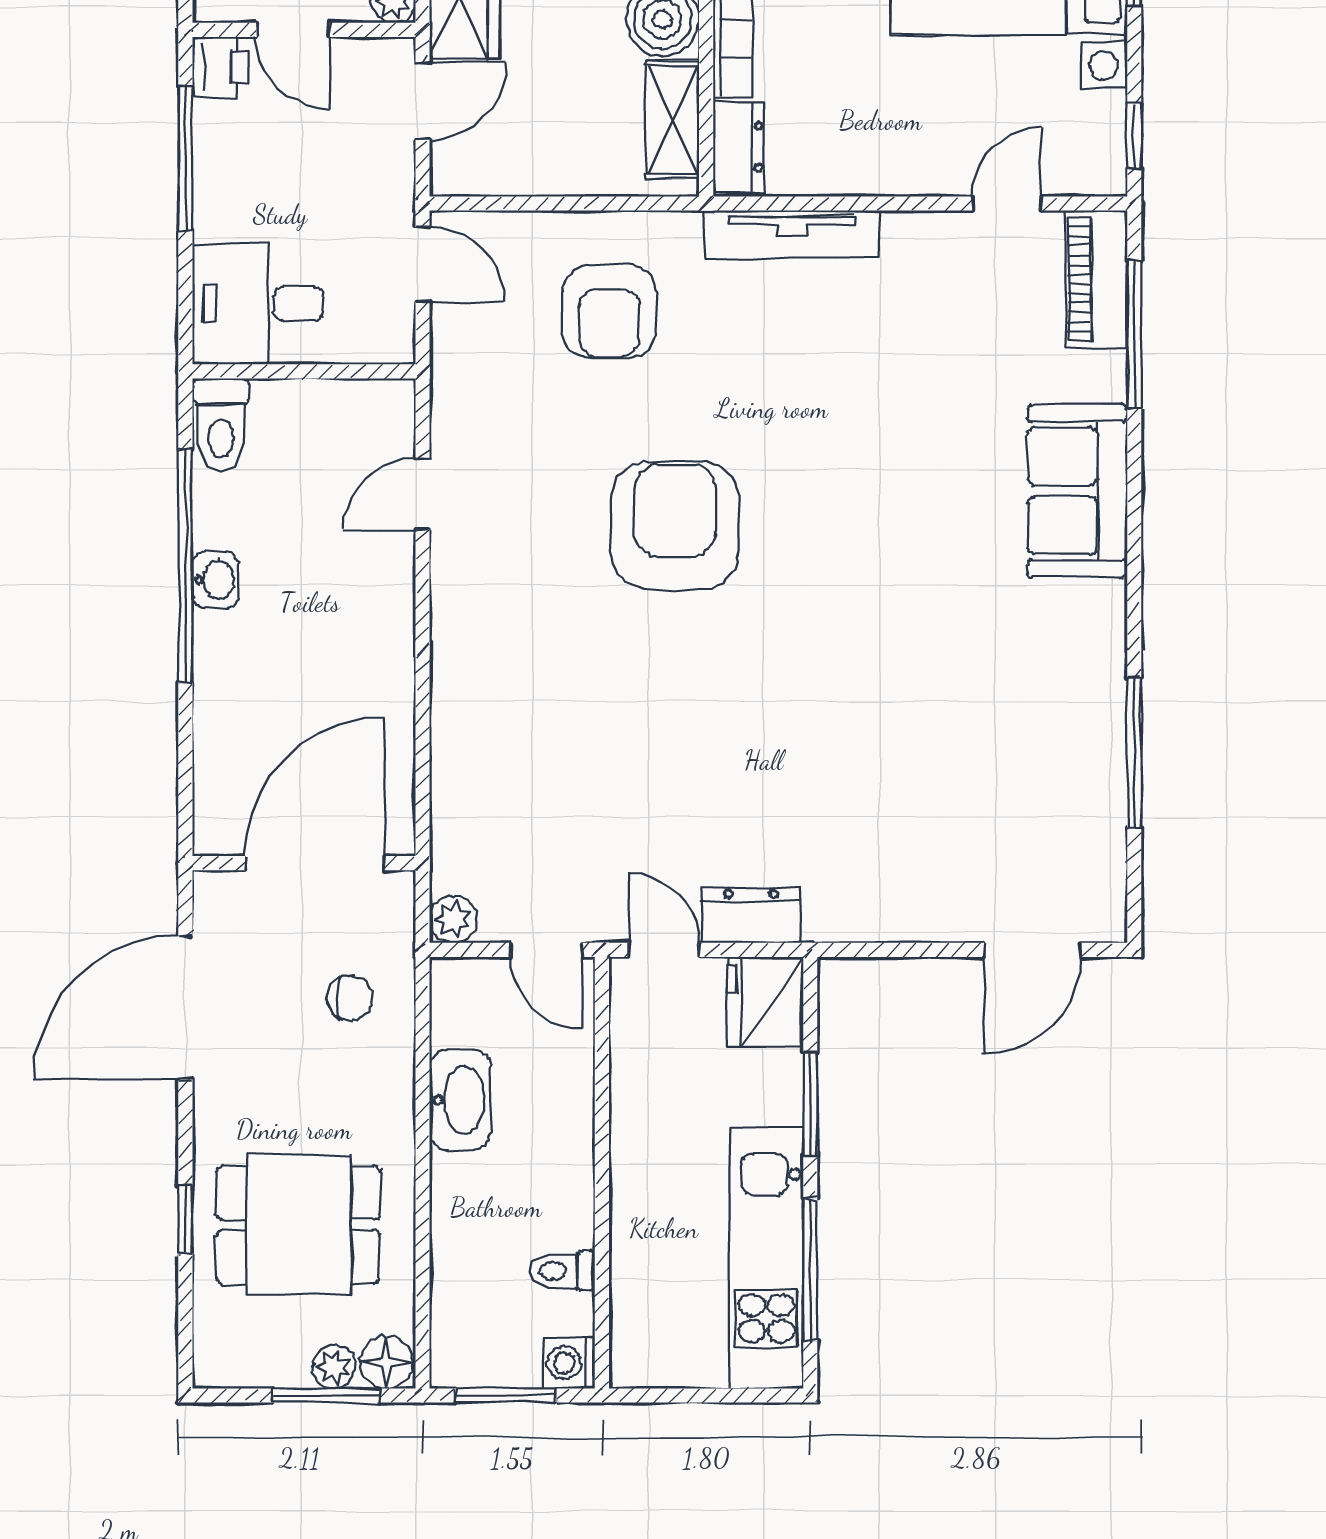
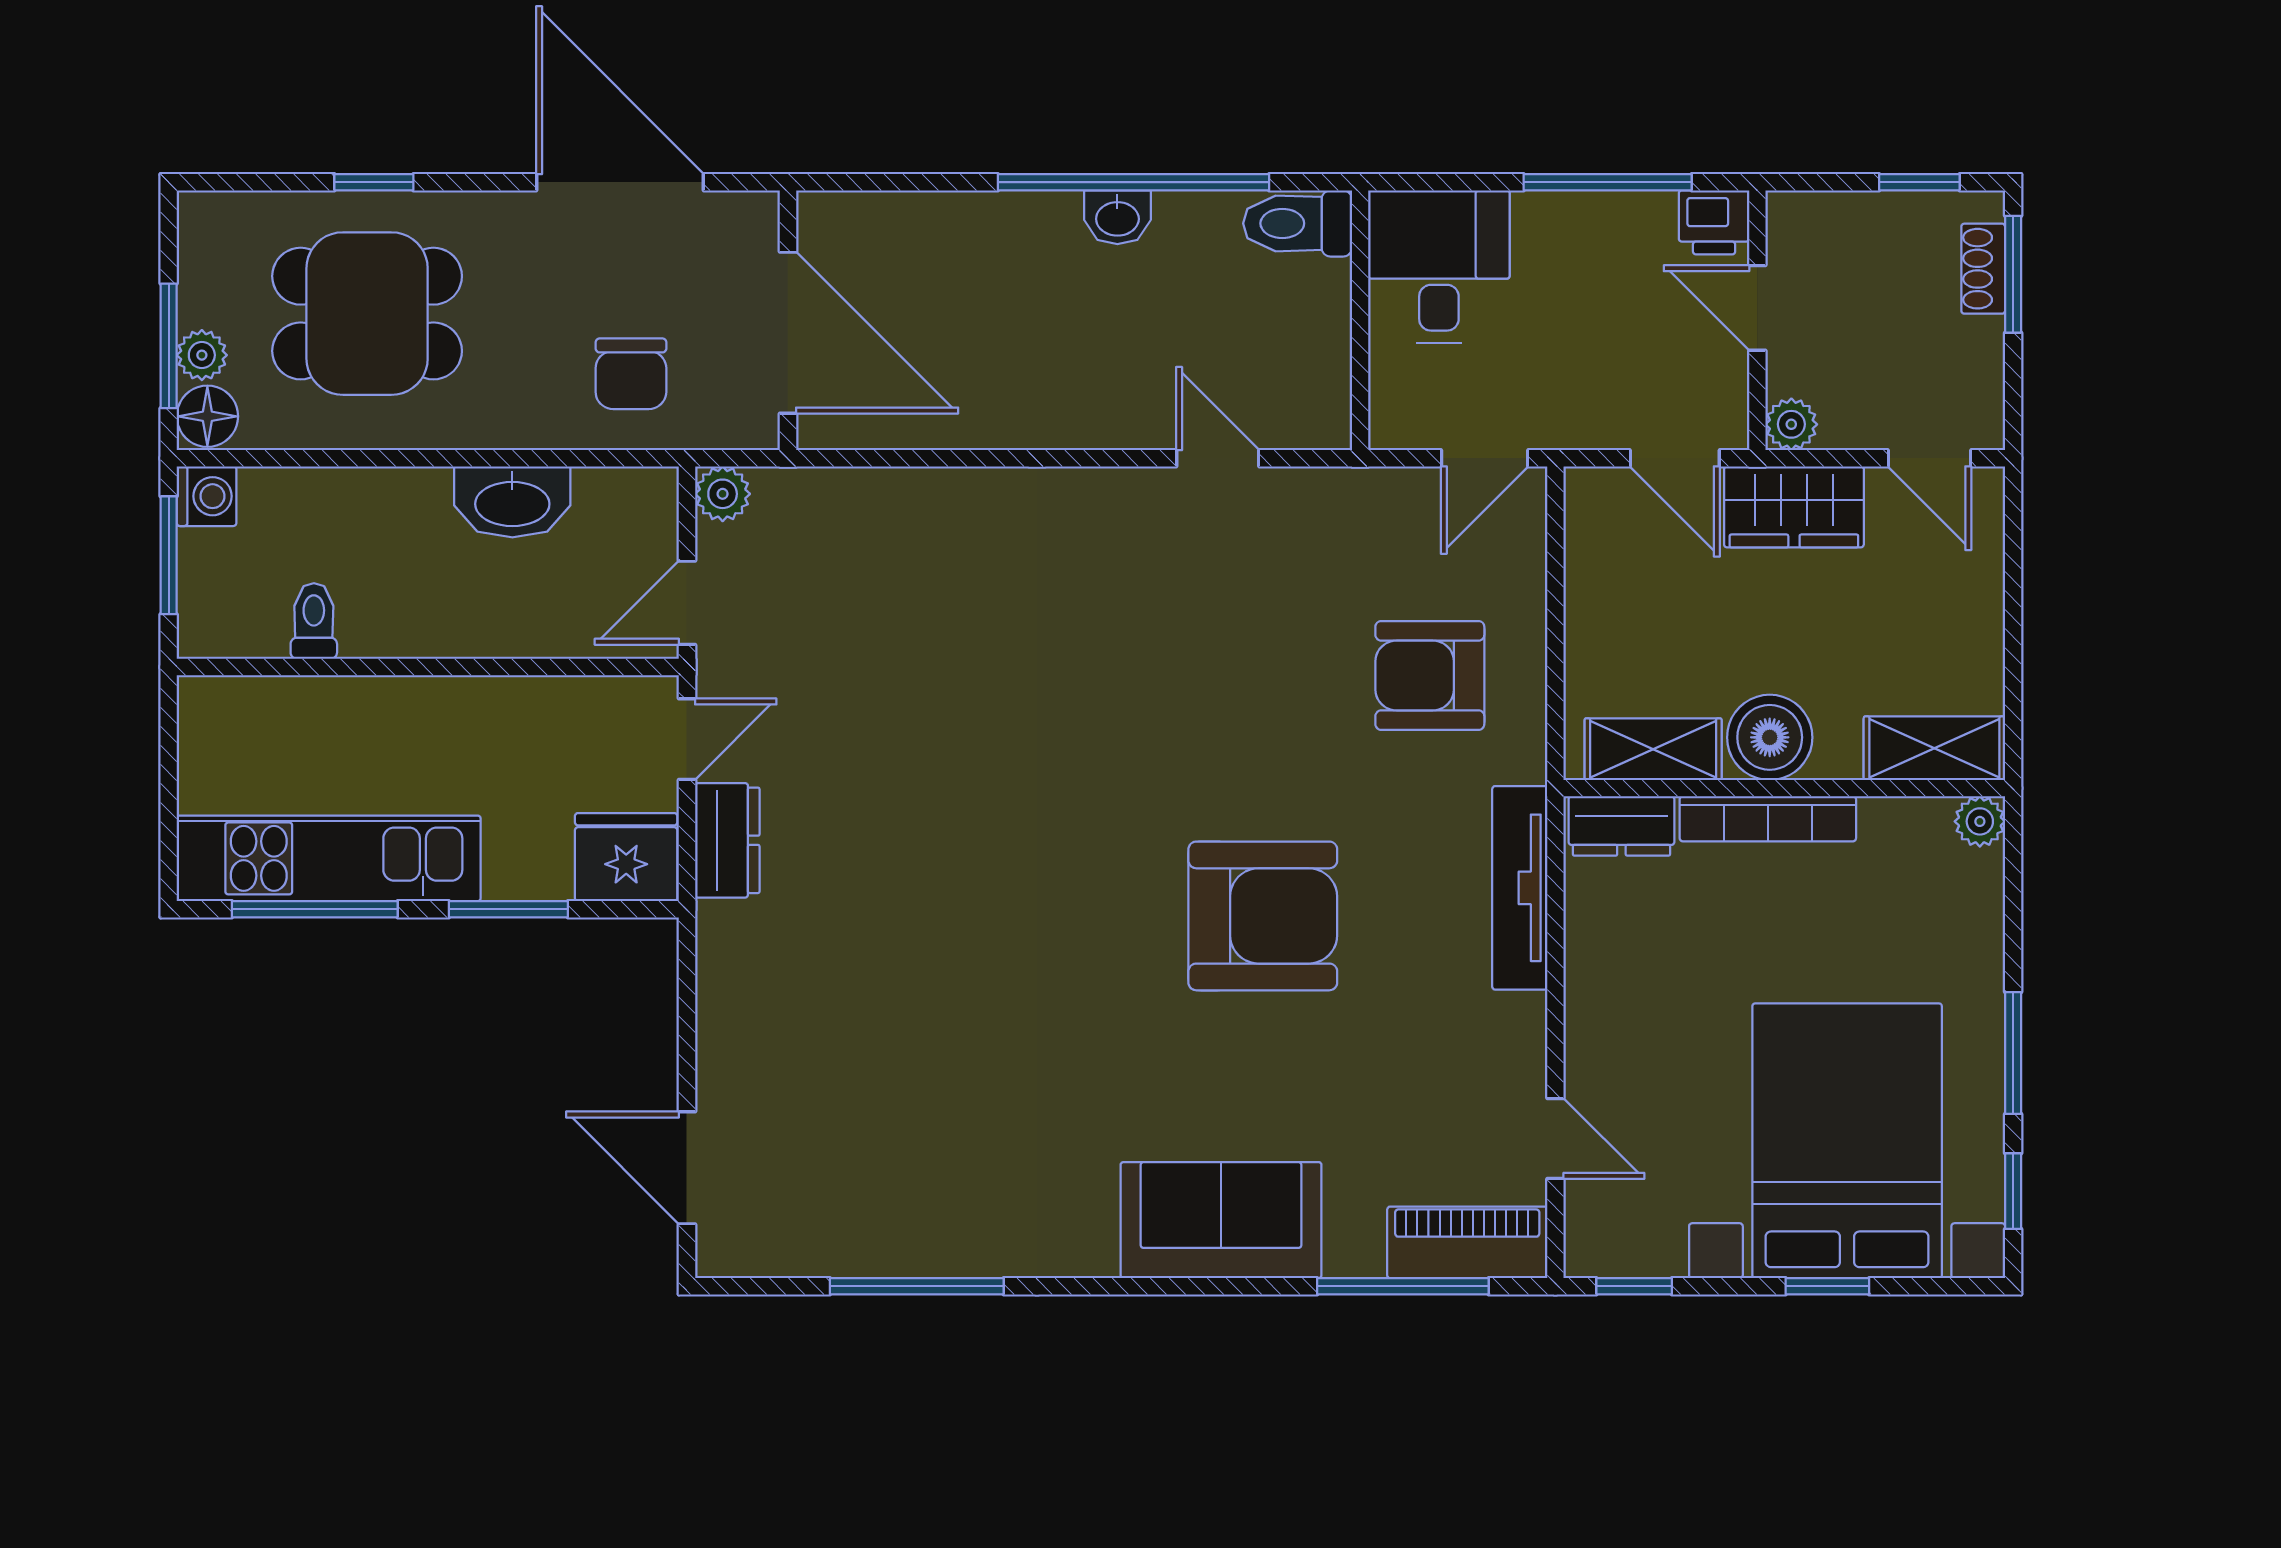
door: (293, 30) -> (1757, 308), hinge flipped
armchair: (675, 526) -> (1263, 916), moved
chair: (350, 998) -> (631, 374), width x1.37, depth x1.37
dining table: (298, 1225) -> (367, 314), turned 90
washing machine: (569, 1363) -> (207, 496), moved, turned 90

